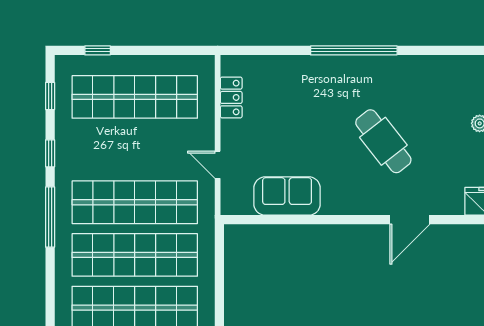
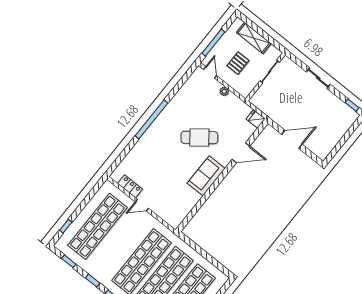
door: (218, 165) -> (142, 205), moved
sofa: (287, 196) -> (206, 176), moved
door: (410, 220) -> (241, 153), hinge flipped

